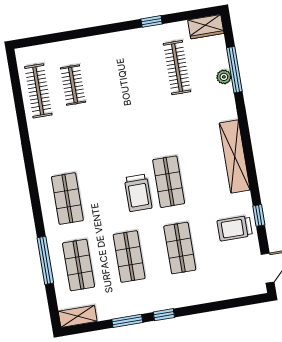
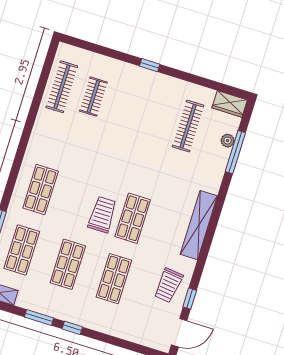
window: (152, 21) -> (150, 65), moved
plant: (224, 77) -> (228, 141), moved
trolley: (138, 193) -> (102, 215), turned 180
window: (259, 215) -> (190, 299), moved
trolley: (235, 228) -> (168, 285), turned -83

